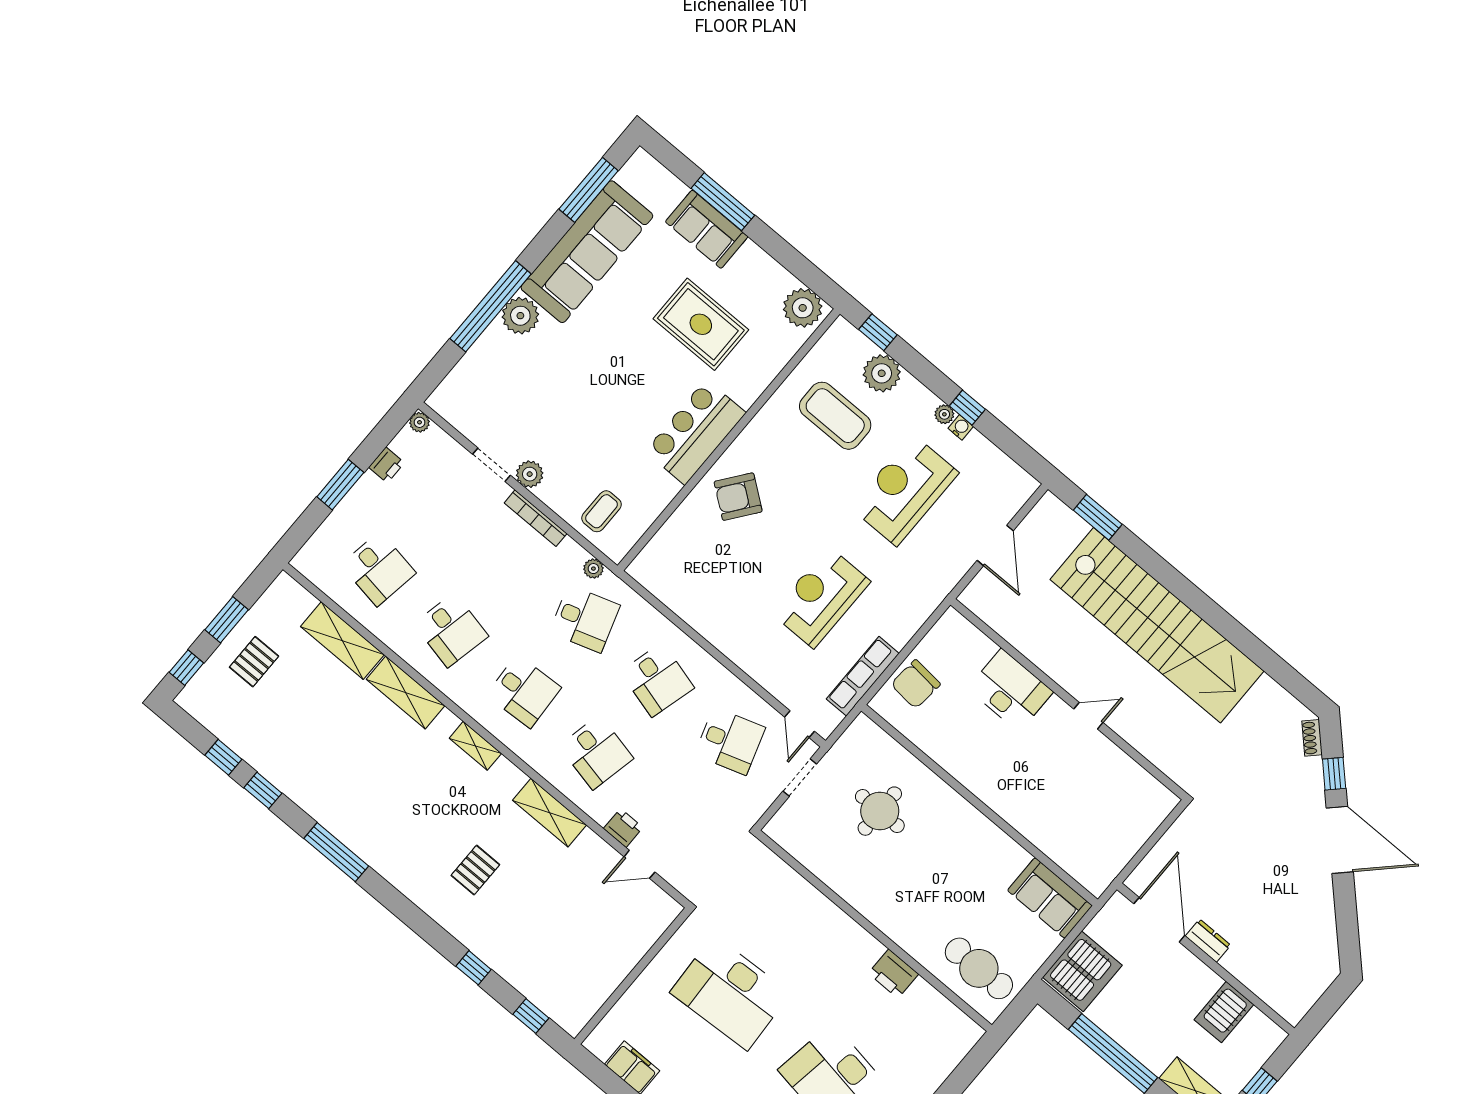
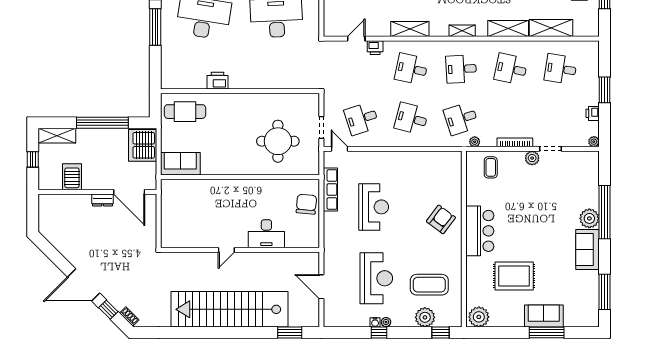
sofa: (587, 252) -> (587, 249), width x0.54, depth x0.79
round table: (880, 811) -> (278, 141), width x1.36, depth x1.36

